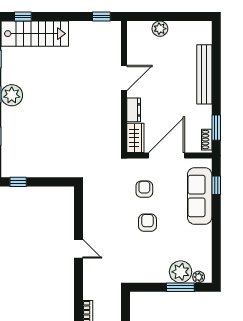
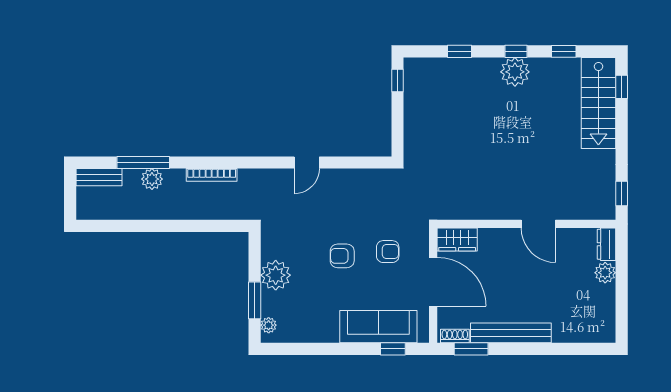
bench: (204, 74) -> (511, 333), moved
dresser: (134, 110) -> (607, 244), moved, turned 90
armchair: (148, 223) -> (342, 256), turned 180
plant: (181, 272) -> (276, 275), moved

